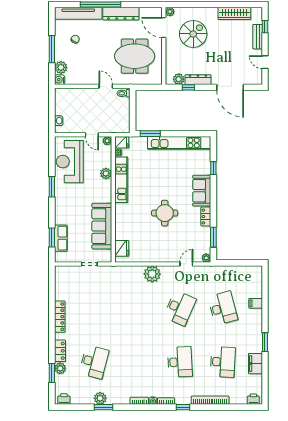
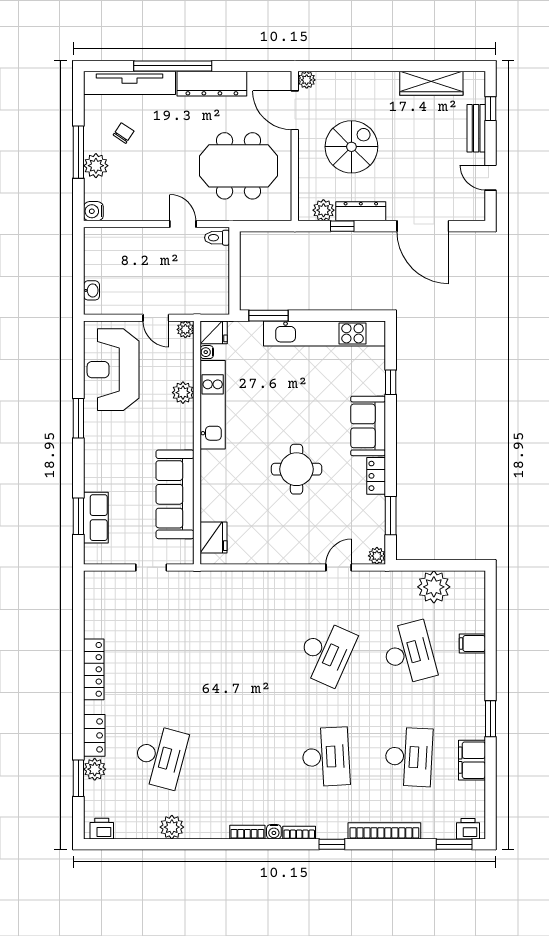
spiral stairs: (193, 34) -> (351, 147), moved
plant: (61, 67) -> (96, 166), moved
plant: (152, 274) -> (434, 587), moved
window: (103, 407) -> (454, 844), moved

